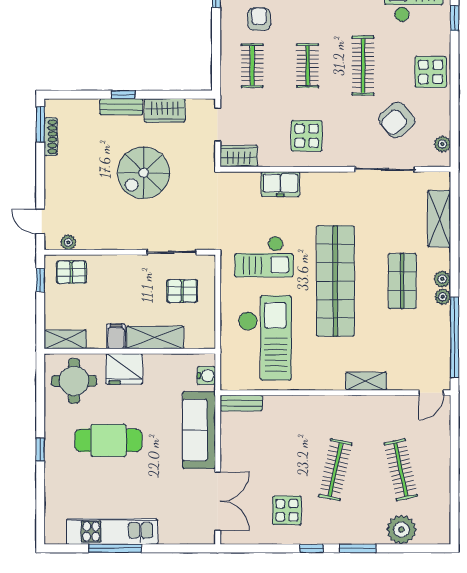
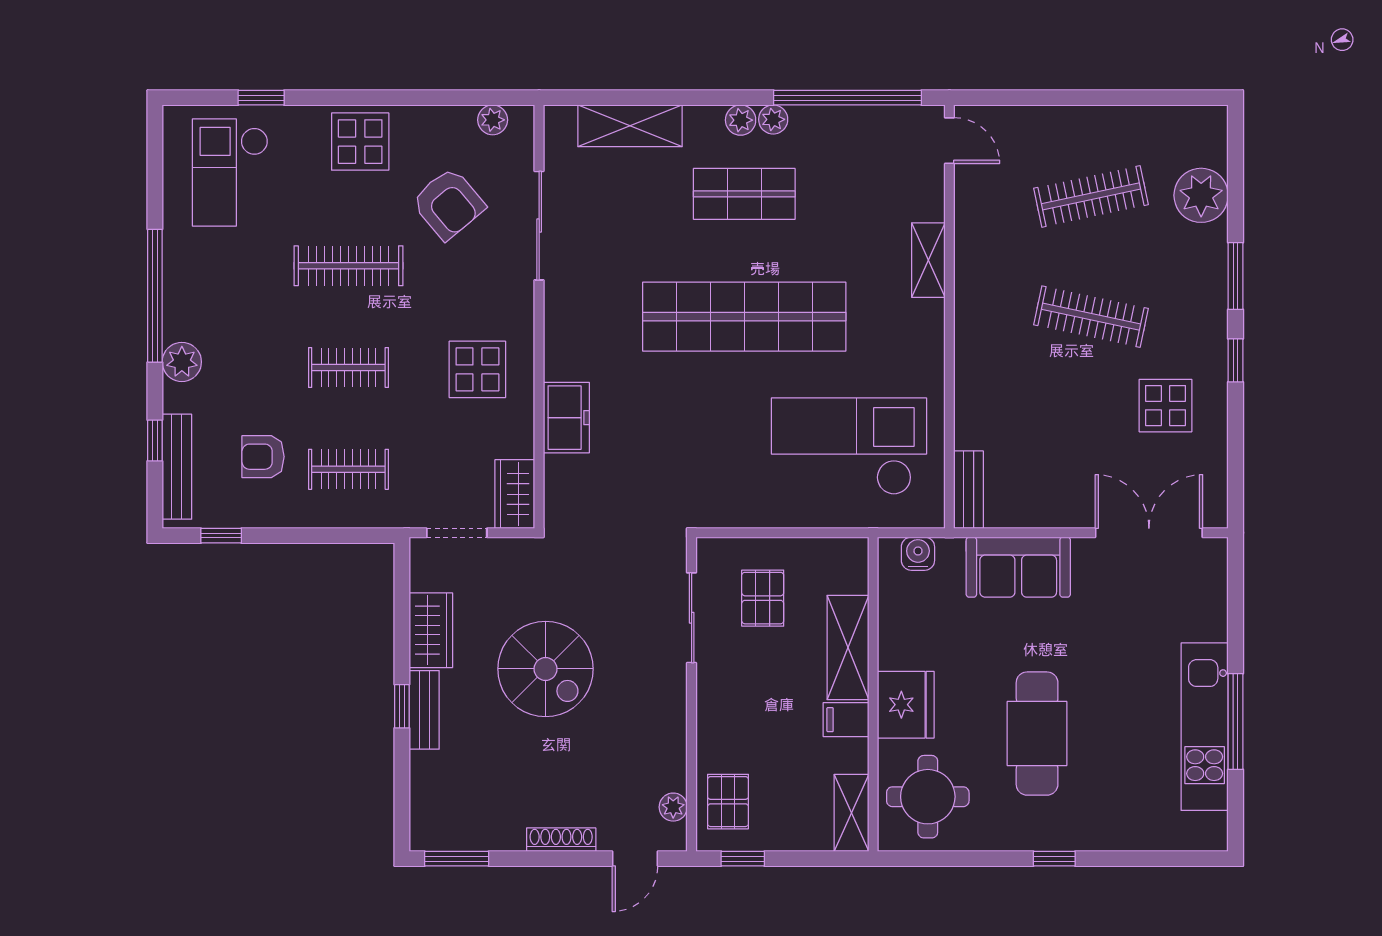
shoe rack: (51, 137) -> (561, 840), moved
checkout: (264, 257) -> (700, 448), removed
sofa: (199, 430) -> (1018, 567), width x0.73

